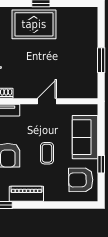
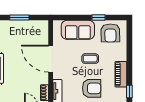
door: (47, 101) -> (51, 59), width x1.88

